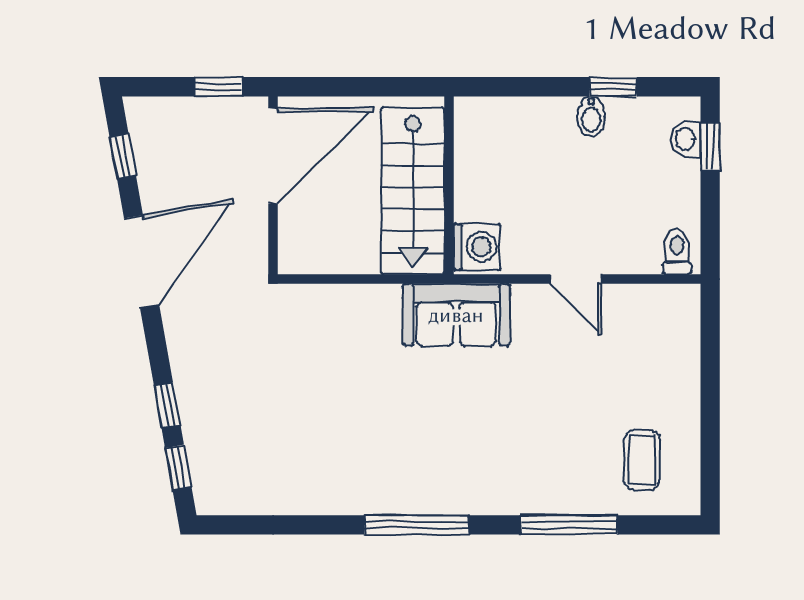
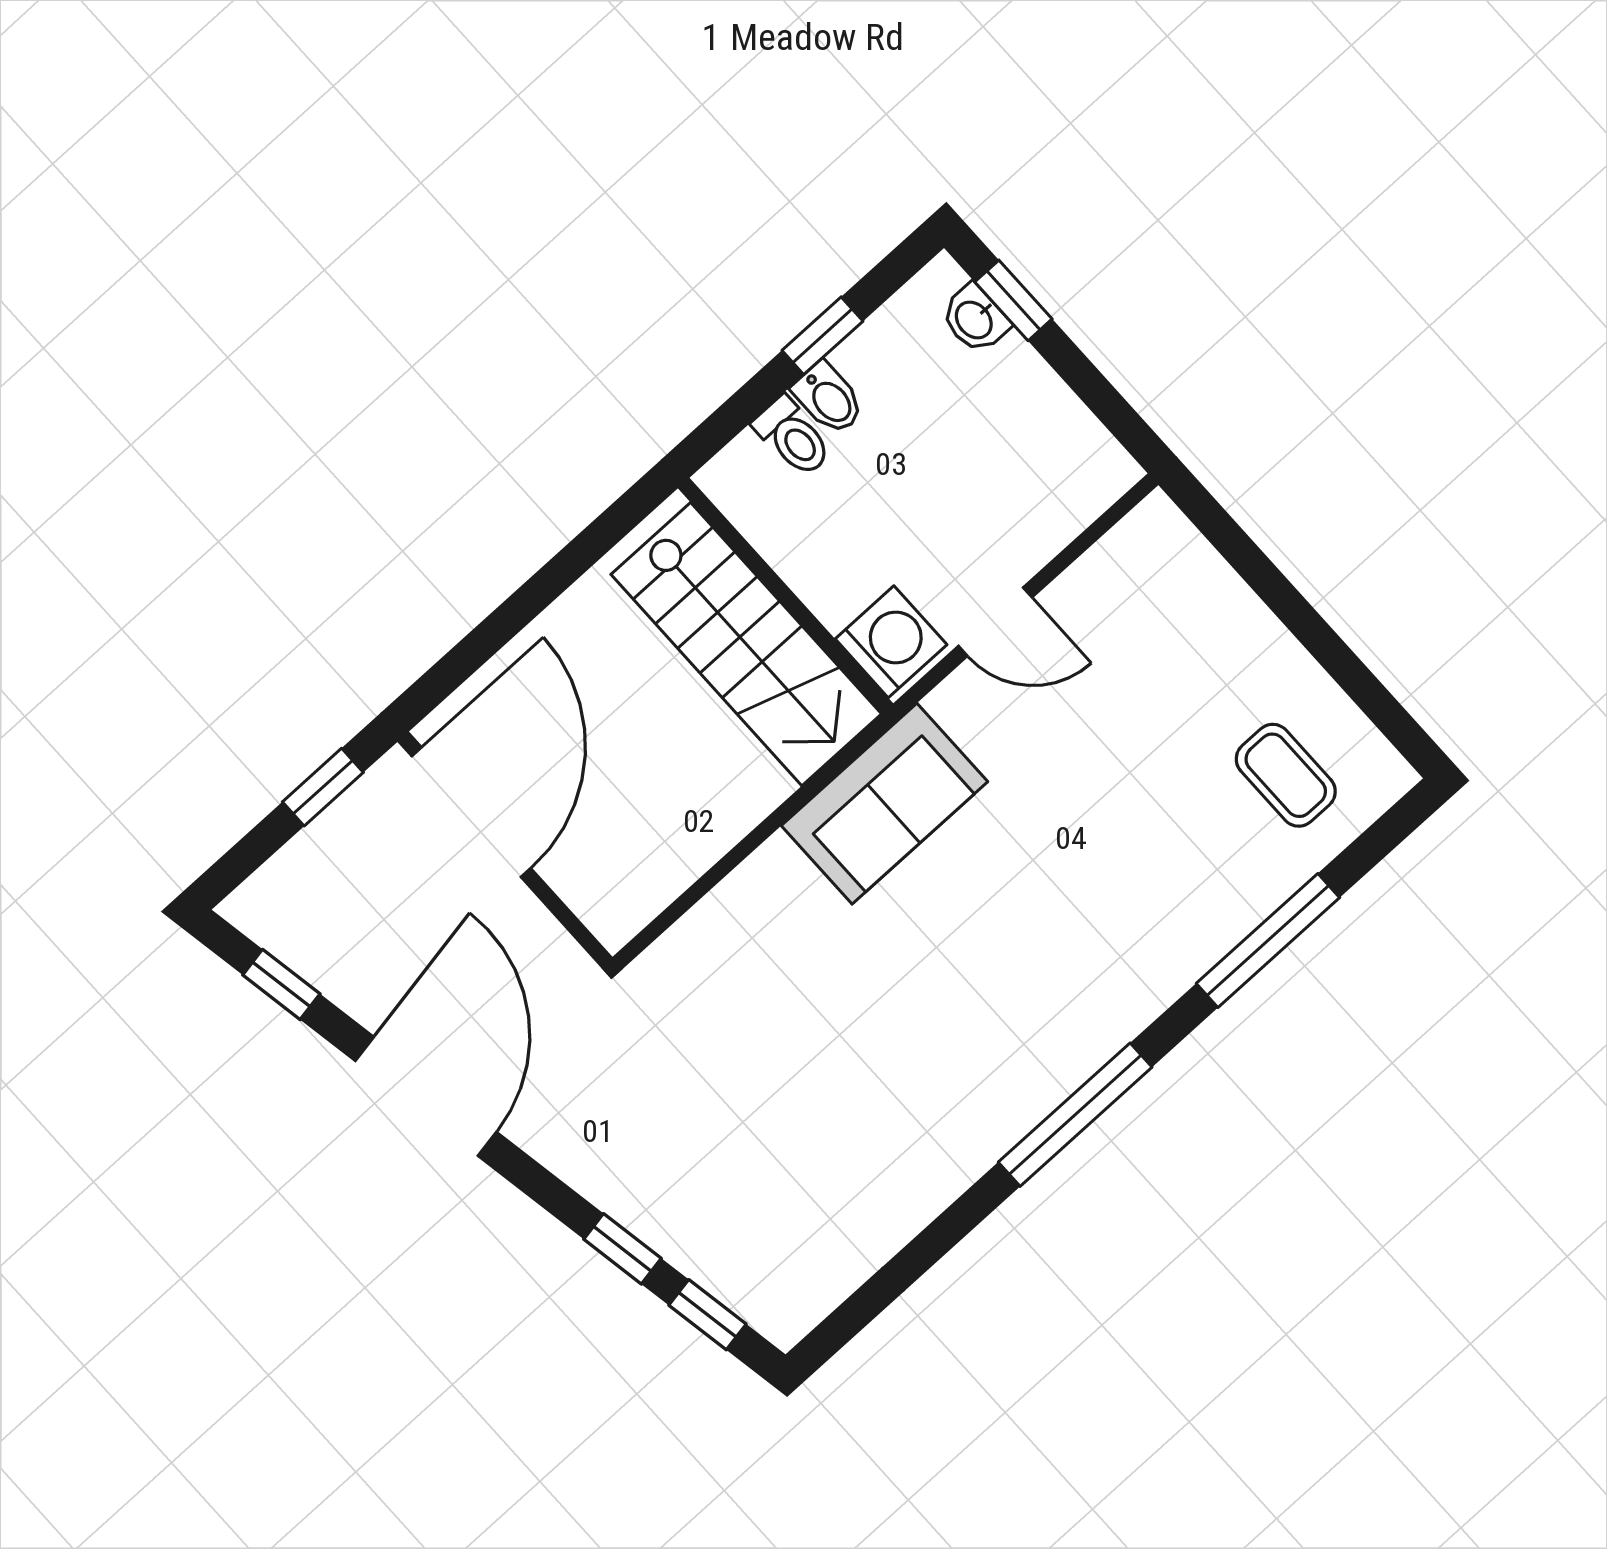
wall: (449, 185) -> (786, 596), moved
stairs: (413, 191) -> (746, 644), moved
washing machine: (477, 247) -> (891, 642), moved
toilet: (677, 252) -> (793, 437), moved, turned 180

